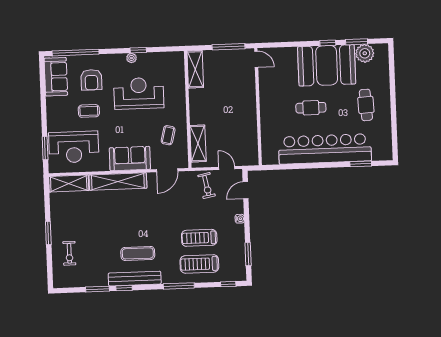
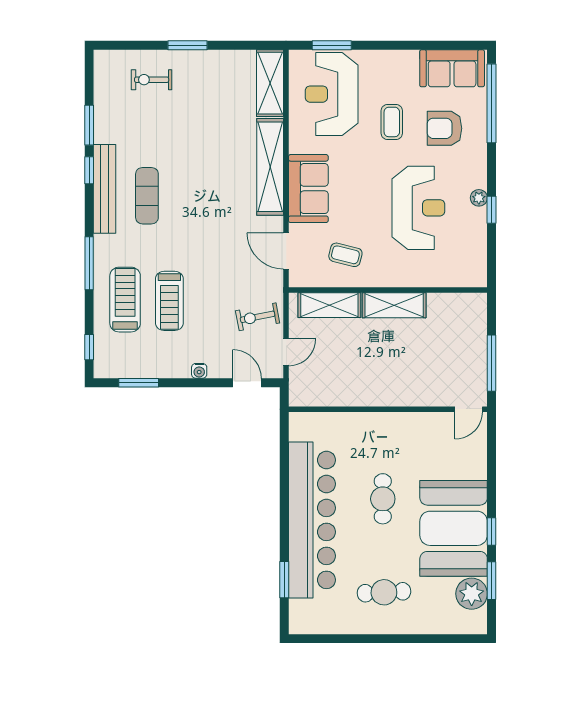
shelving: (195, 69) -> (394, 305), moved
treadmill: (199, 238) -> (169, 301), turned 180

